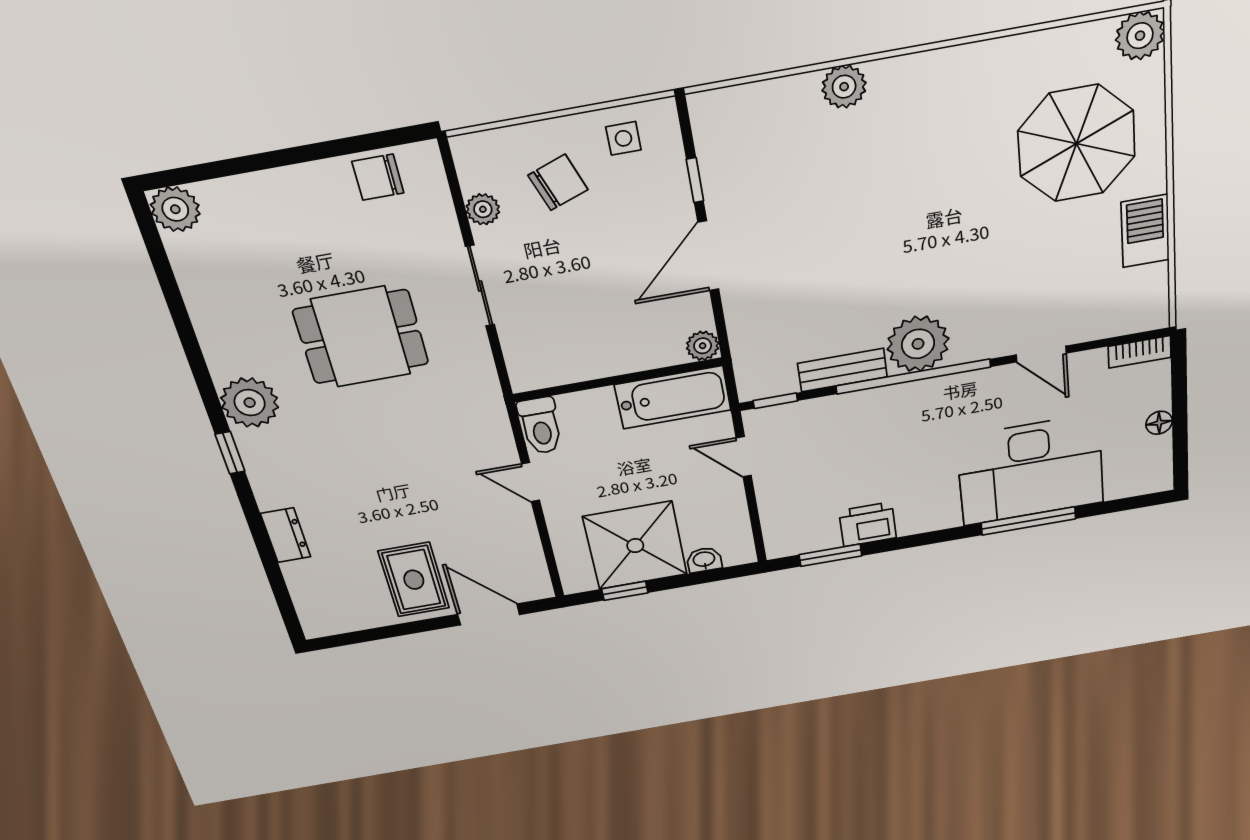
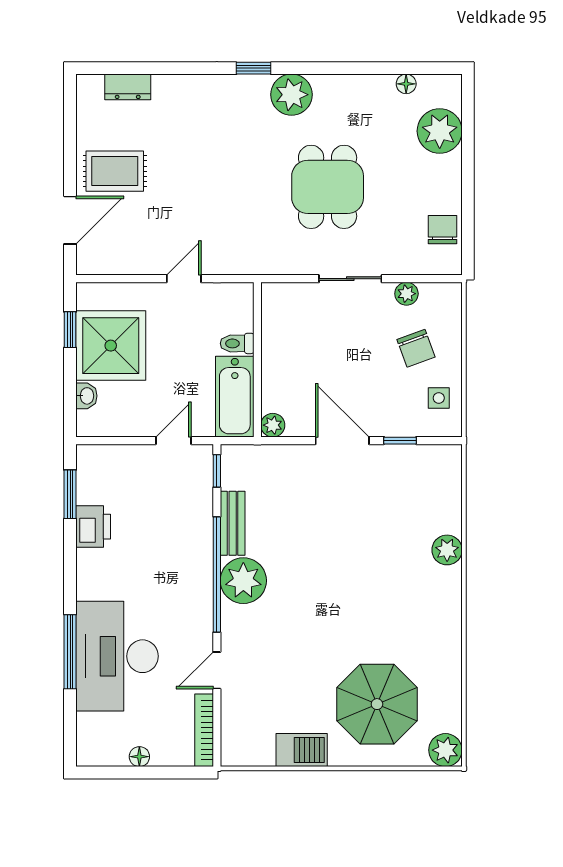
plant: (175, 209) -> (440, 131), moved, width x1.36, depth x1.36
floor lamp: (184, 263) -> (406, 84), added
bookcase: (1140, 352) -> (204, 730), width x1.56
toilet: (540, 426) -> (237, 343), moved, width x0.73, depth x0.72
dresser: (286, 535) -> (128, 87), moved

